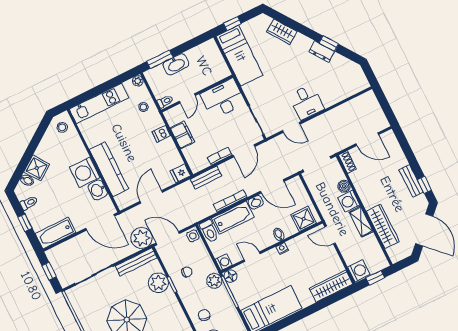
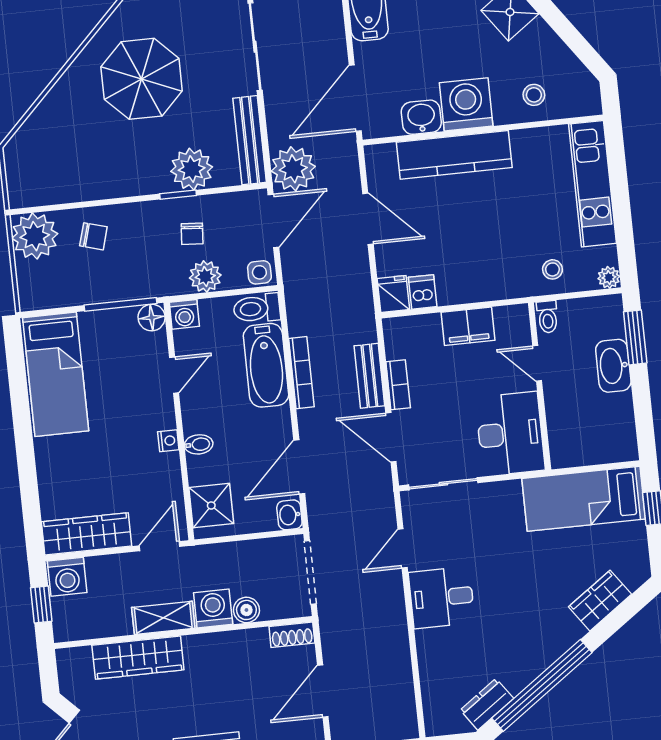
window: (329, 43) -> (542, 685), width x3.17
dresser: (322, 52) -> (487, 704), moved
stool: (62, 127) -> (534, 95), moved
dishwasher: (161, 134) -> (423, 292), moved
bench: (206, 178) -> (369, 376), moved
washbasin: (256, 202) -> (289, 515), moved
plant: (214, 281) -> (205, 276), moved
wardrobe: (331, 286) -> (87, 534), moved, turned -90

